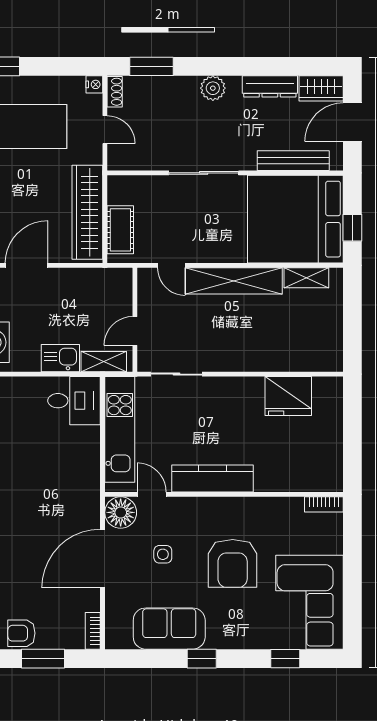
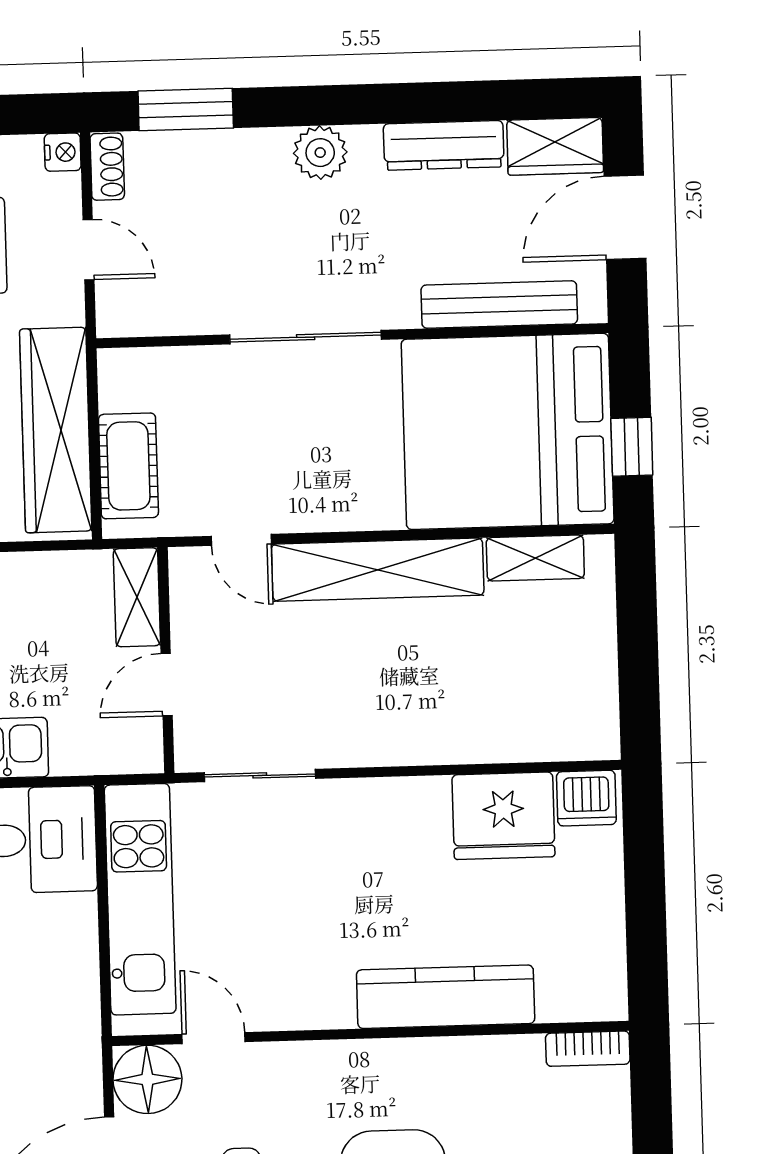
shelving: (104, 362) -> (137, 597), moved, turned 90
dishwasher: (327, 389) -> (586, 798), added
kitchen counter: (213, 478) -> (446, 997), moved

